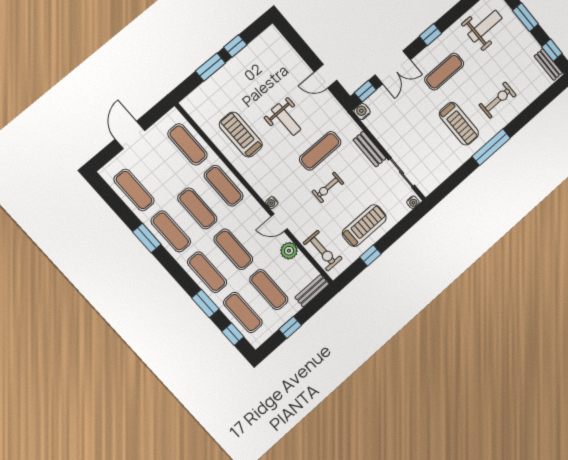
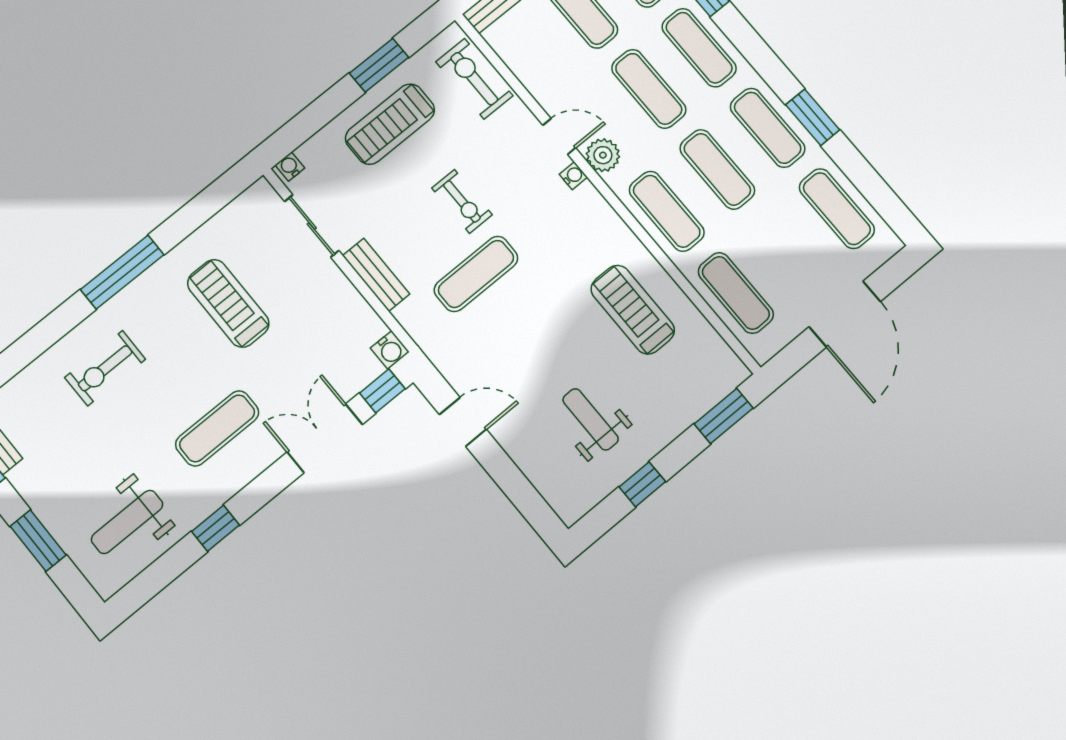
window: (431, 35) -> (216, 528), moved
window: (210, 67) -> (724, 416), moved
weight bench: (286, 120) -> (591, 419), moved
treadmill: (459, 124) -> (228, 303), moved
door: (130, 135) -> (845, 314), width x1.36
treadmill: (241, 135) -> (633, 310), turned 180
exercise bike: (328, 187) -> (462, 201), turned 90
plant: (289, 251) -> (603, 155), moved
window: (370, 256) -> (379, 65), width x1.50

